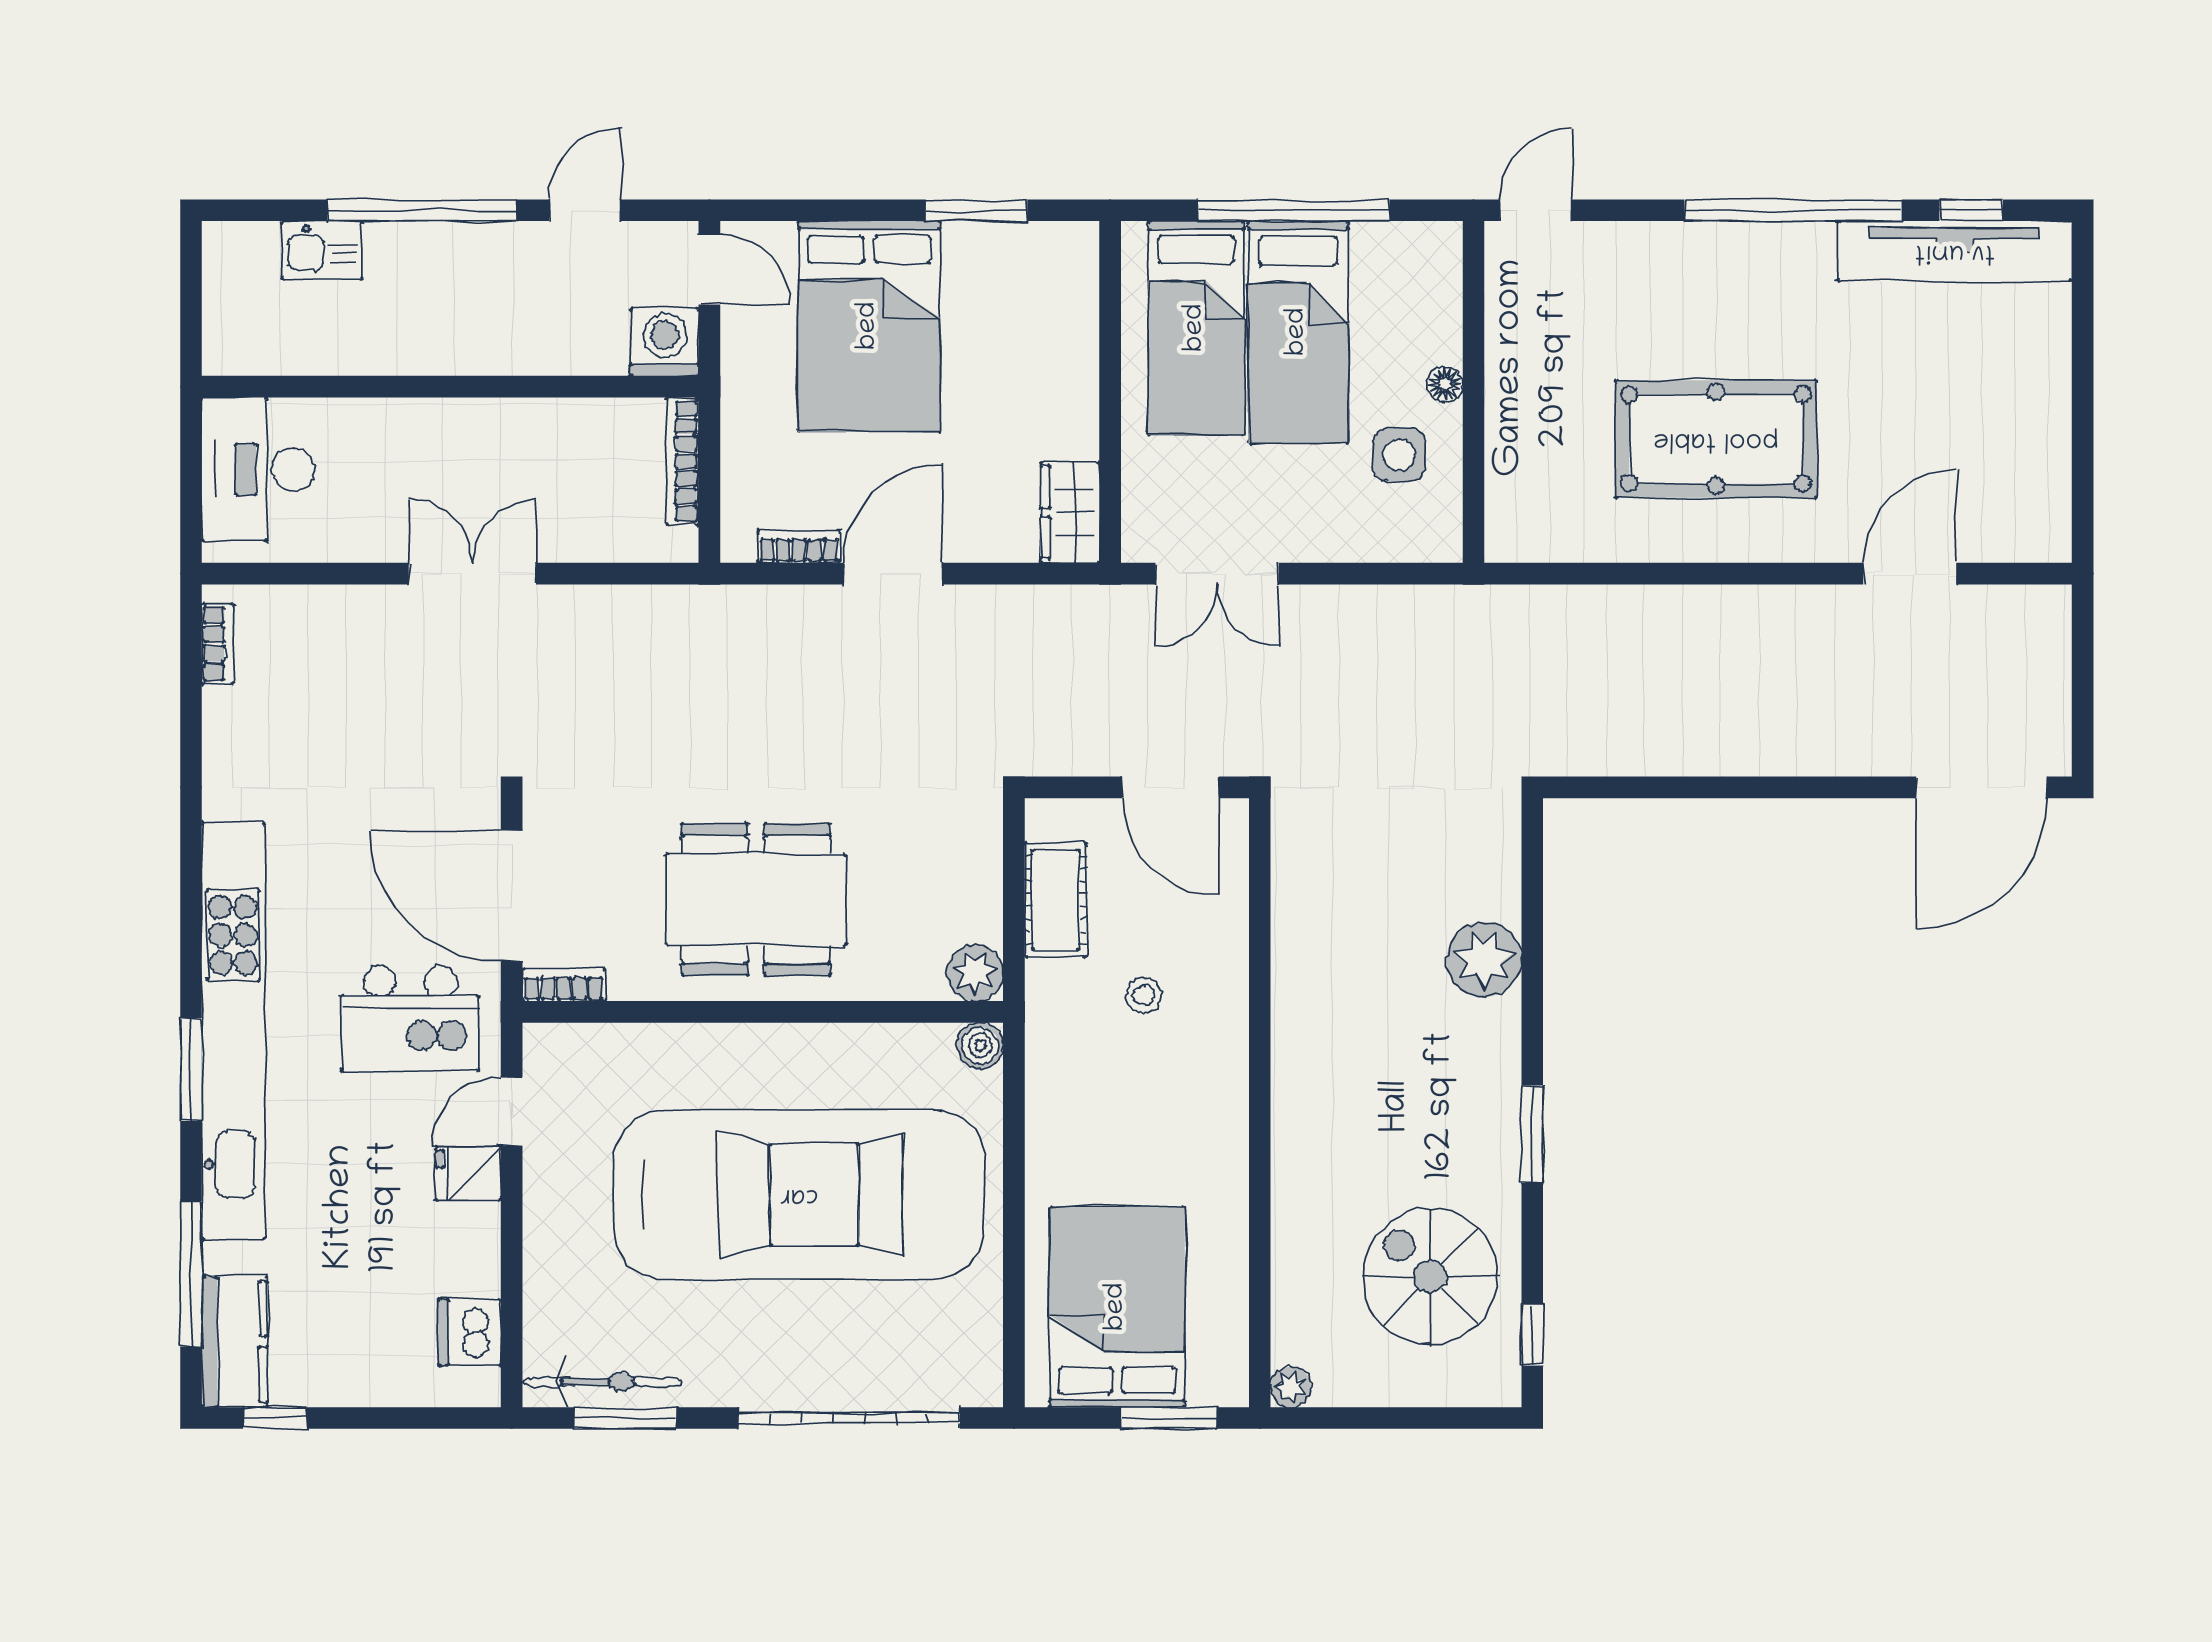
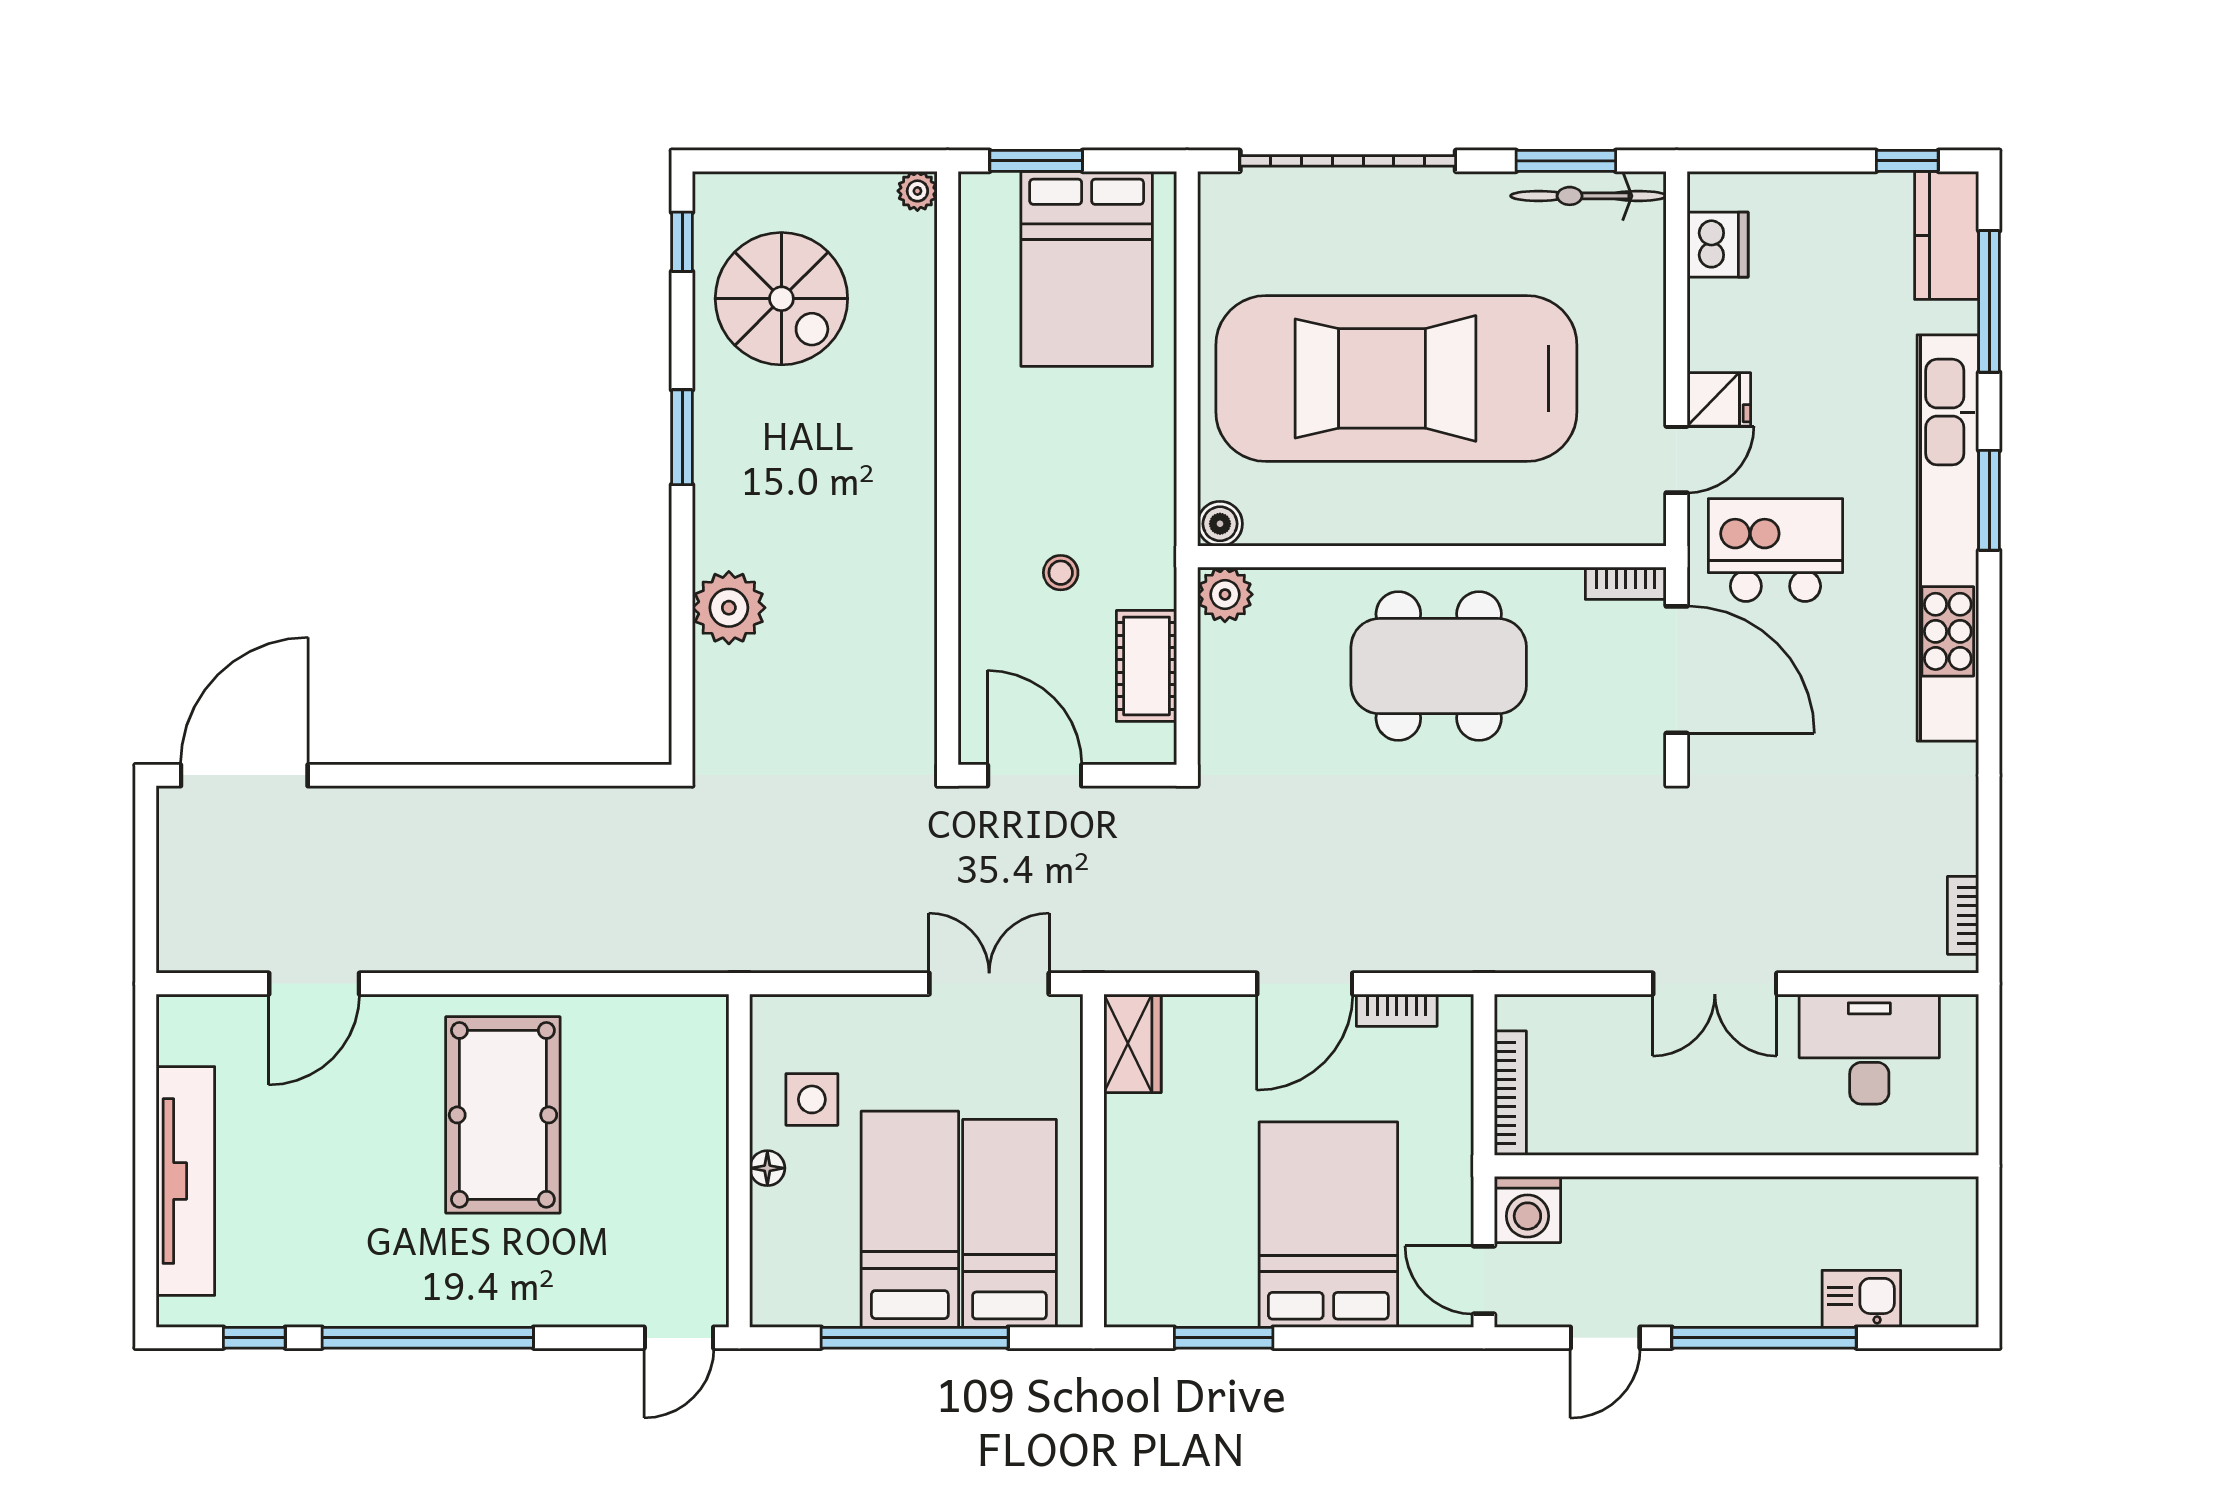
tv unit: (1955, 251) -> (185, 1181), moved, turned 90
pool table: (1716, 439) -> (503, 1115), turned 90
desk: (258, 469) -> (1869, 1049), moved, turned -90

